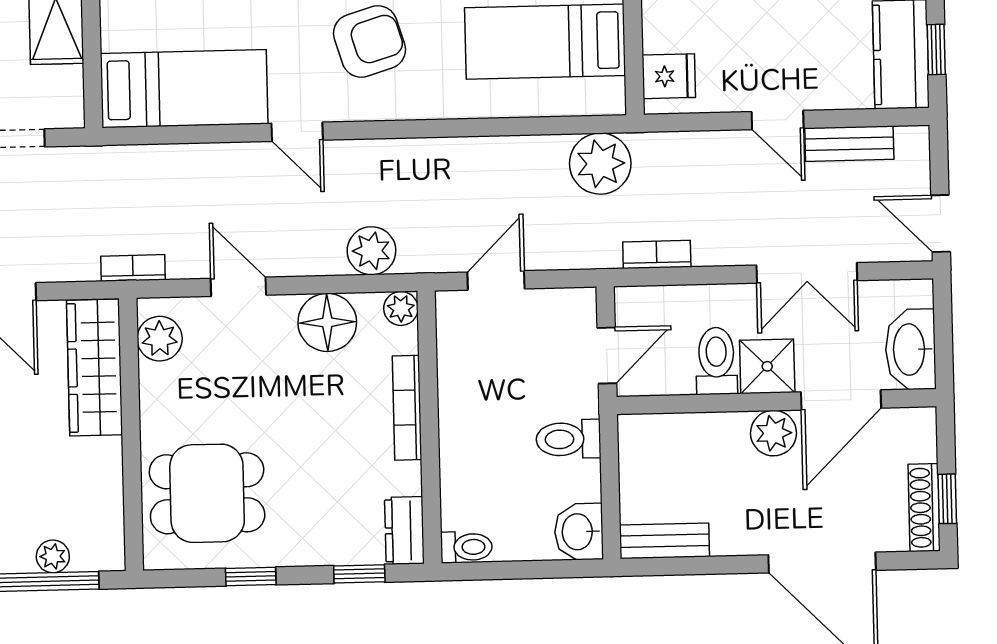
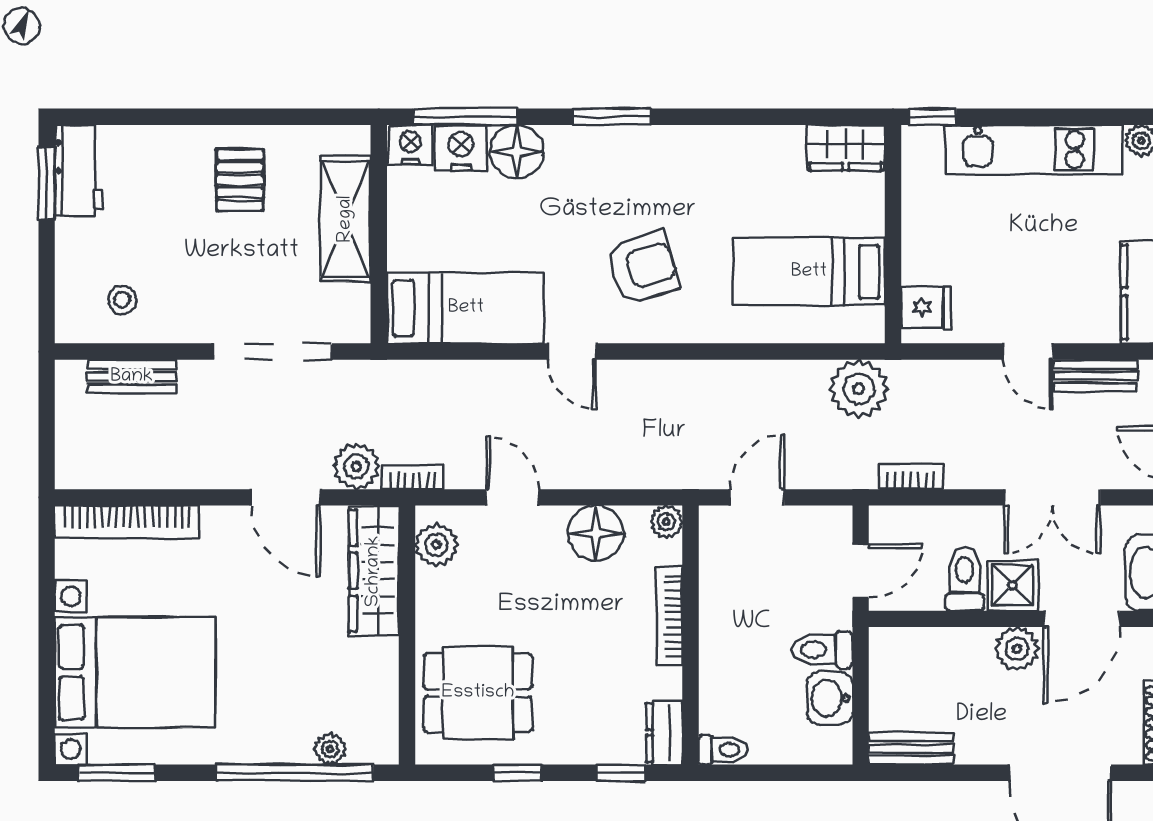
plant: (371, 251) -> (356, 466), moved
washbasin: (579, 532) -> (830, 698), moved

